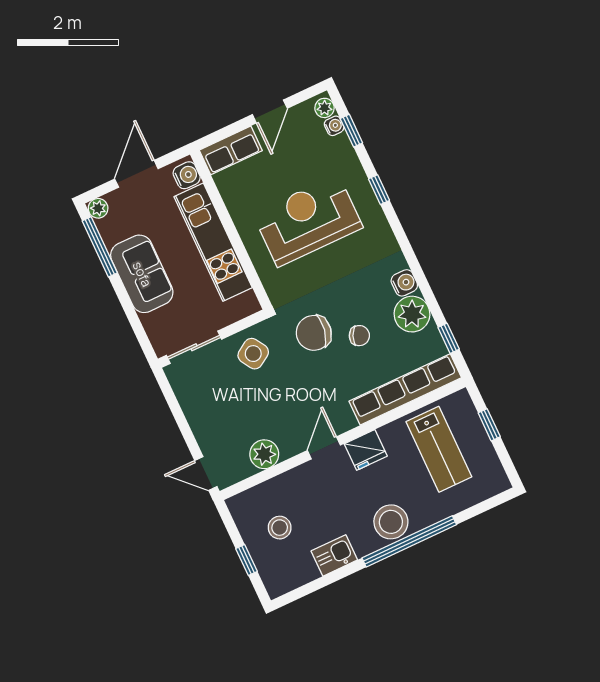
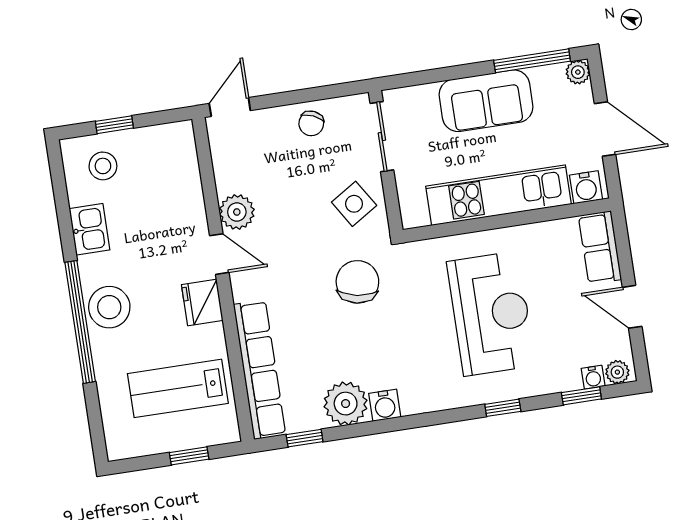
chair: (359, 336) -> (311, 123), moved
plant: (264, 454) -> (237, 212), moved
stool: (280, 528) -> (103, 166), moved

